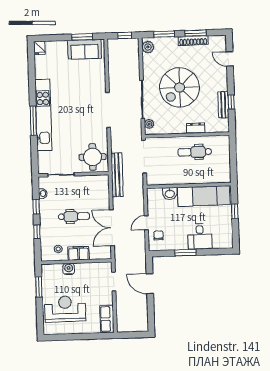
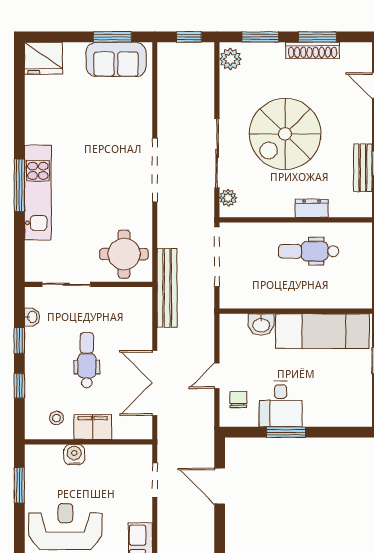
fridge: (39, 48) -> (43, 58), width x1.88, depth x1.34
kitchen unit: (43, 115) -> (38, 193), width x0.73
dental chair: (74, 216) -> (87, 360), turned -90
desk: (200, 236) -> (281, 404), moved

